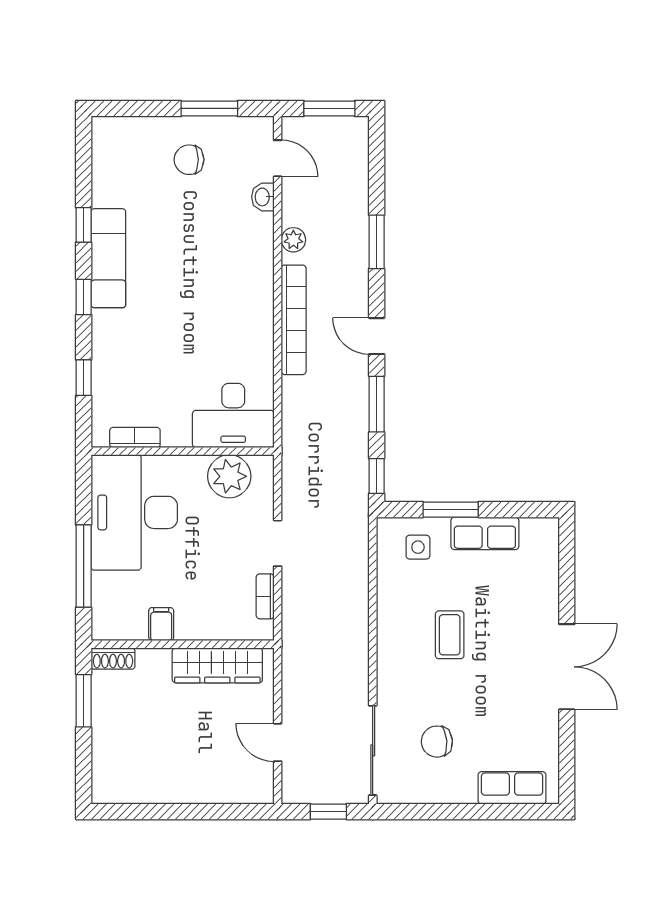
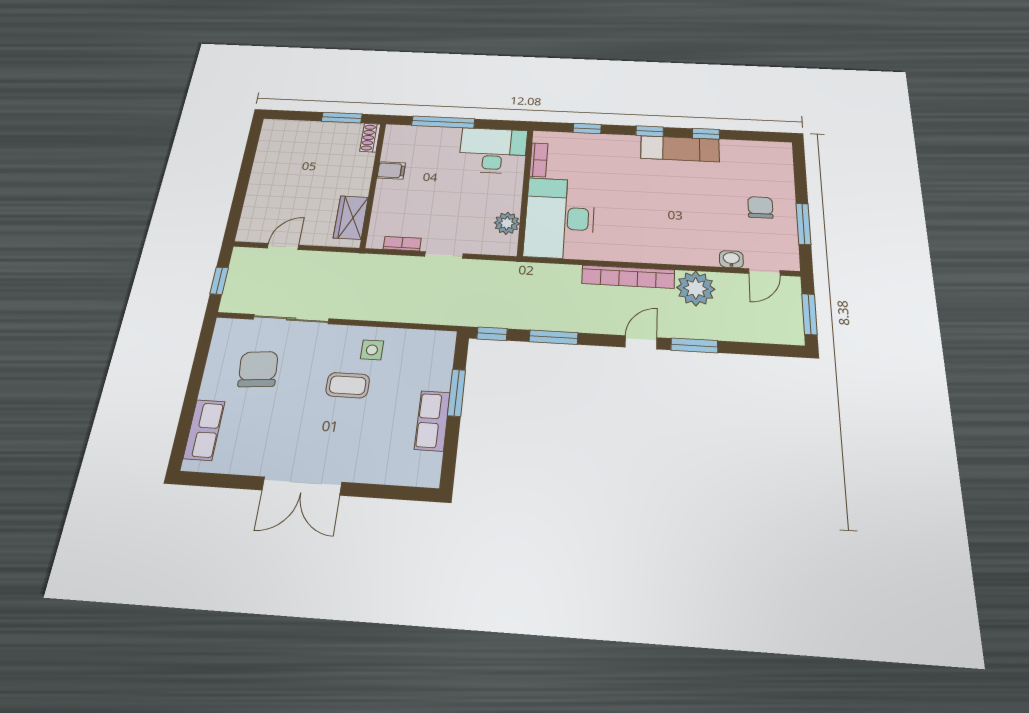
plant: (293, 240) -> (696, 288), width x1.88, depth x1.88
door: (377, 336) -> (641, 342), moved
desk: (233, 415) -> (560, 218), width x1.36, depth x1.30
plant: (229, 476) -> (507, 223), width x0.73, depth x0.73
desk: (134, 512) -> (493, 151), width x0.73, depth x0.77
side table: (418, 547) -> (372, 350), moved
wardrobe: (217, 665) -> (351, 218), width x0.67
chair: (437, 742) -> (258, 369), width x1.37, depth x1.37
sliding door: (373, 750) -> (291, 319), moved

